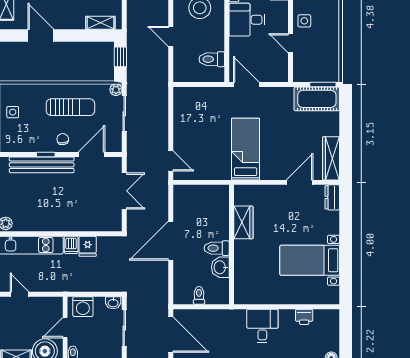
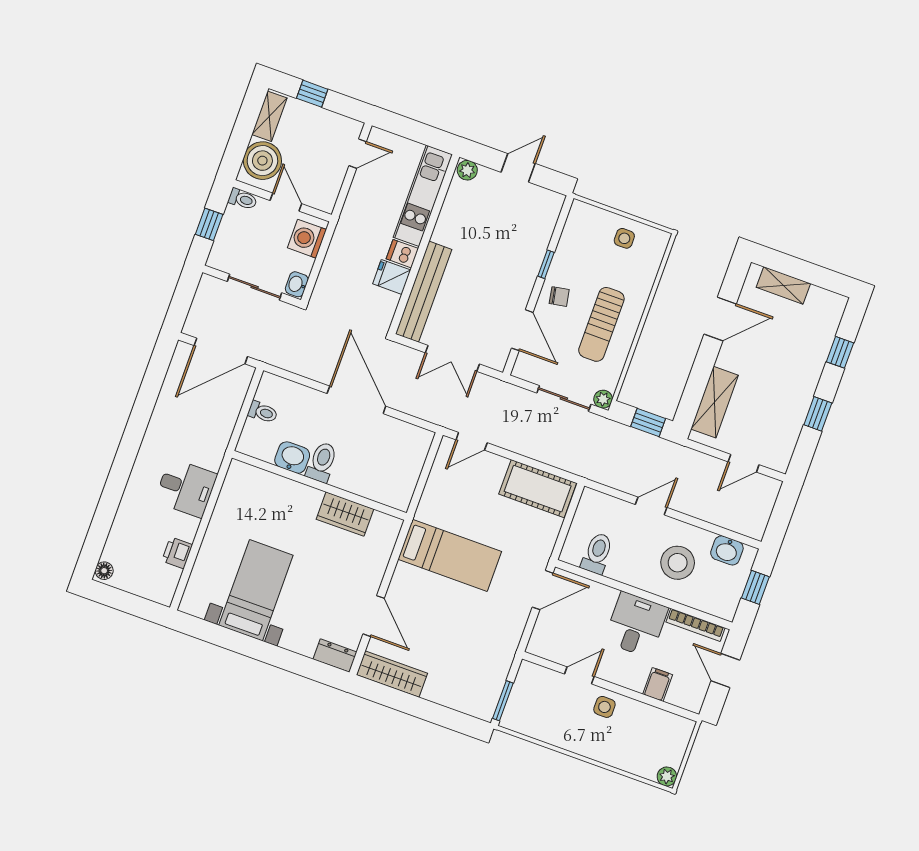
shelving: (100, 23) -> (715, 402), width x1.50, depth x1.33
cot: (317, 99) -> (538, 489), moved, turned 90
bench: (42, 165) -> (424, 292), moved

